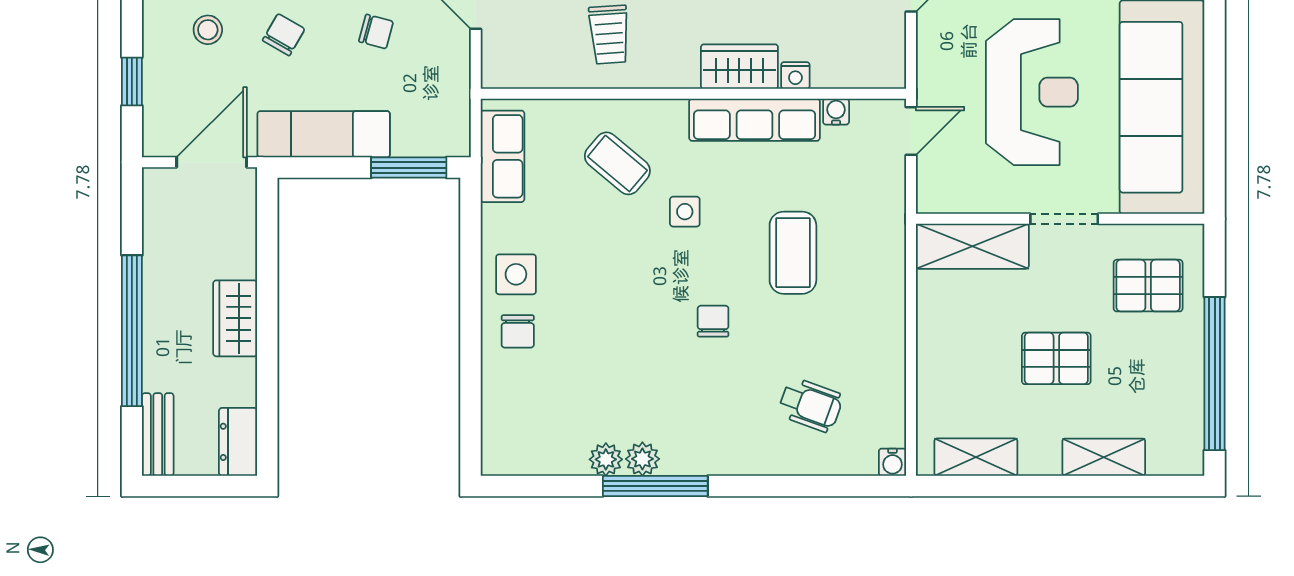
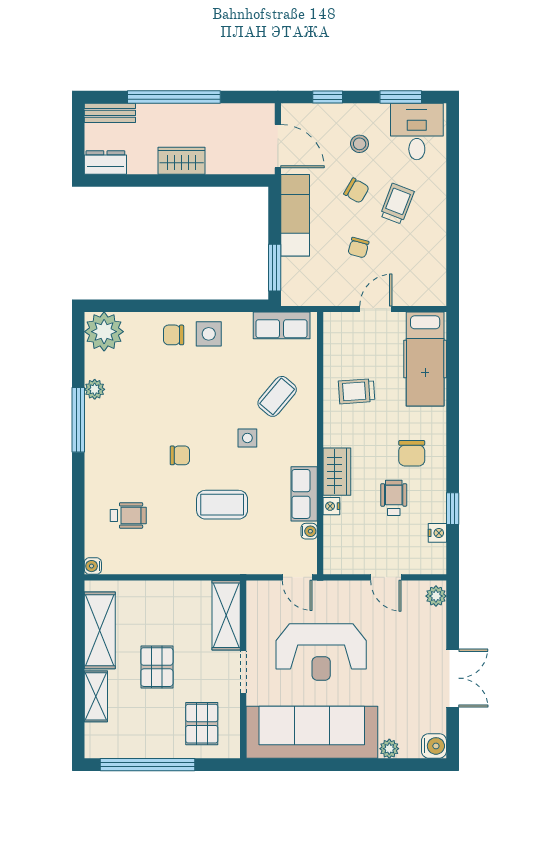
row of seats: (754, 120) -> (304, 494), width x0.68
wheelchair: (811, 405) -> (128, 515), turned -110
shelving: (976, 457) -> (100, 630), width x1.50, depth x1.33
plant: (642, 459) -> (104, 332), moved, width x1.88, depth x1.88

